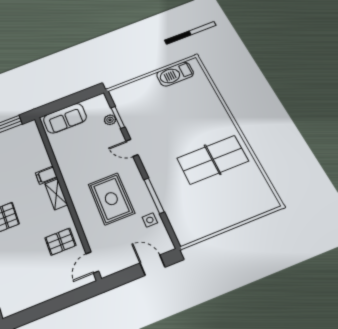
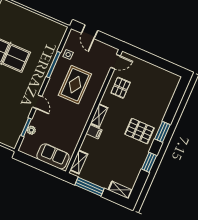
shelving: (35, 136) -> (79, 162), added
pallet: (60, 242) -> (121, 88), turned 90

